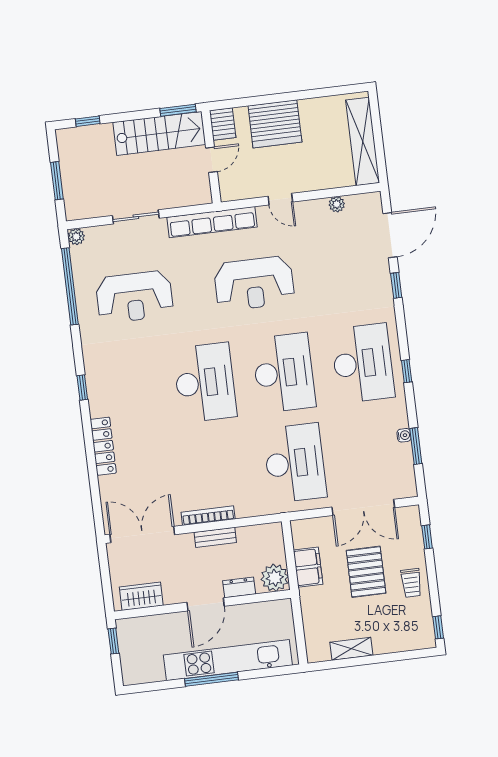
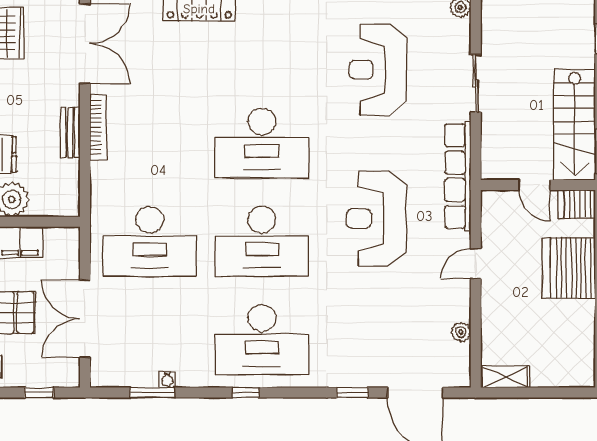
shelving: (363, 141) -> (505, 377), width x0.45, depth x0.75

